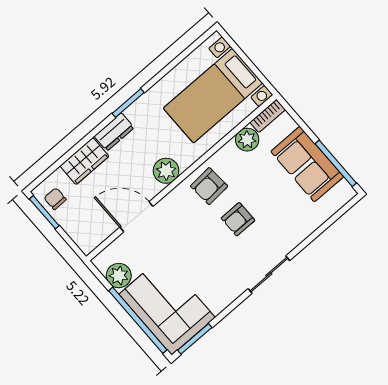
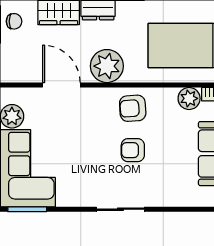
plant: (166, 171) -> (107, 66), width x1.36, depth x1.36
chair: (55, 199) -> (14, 21), turned 90

